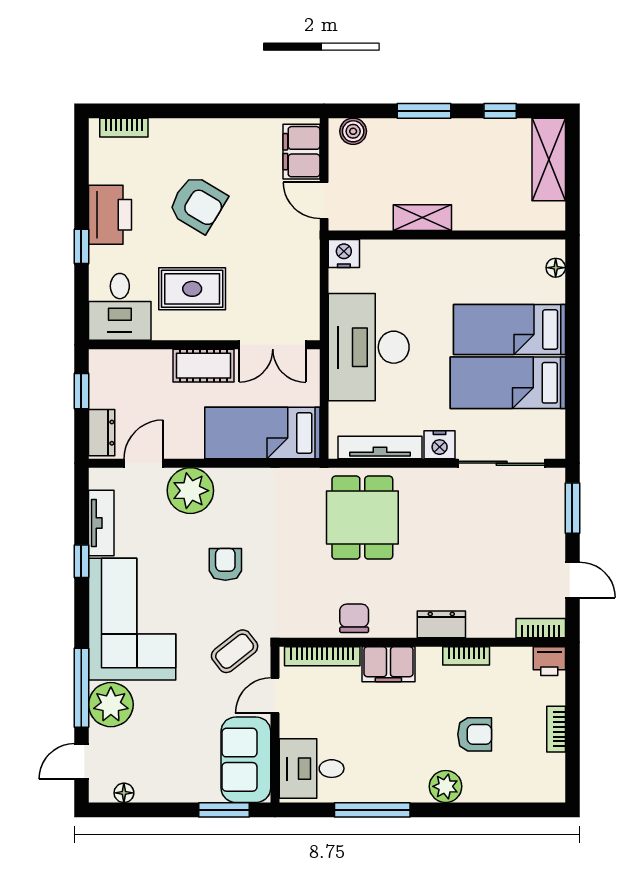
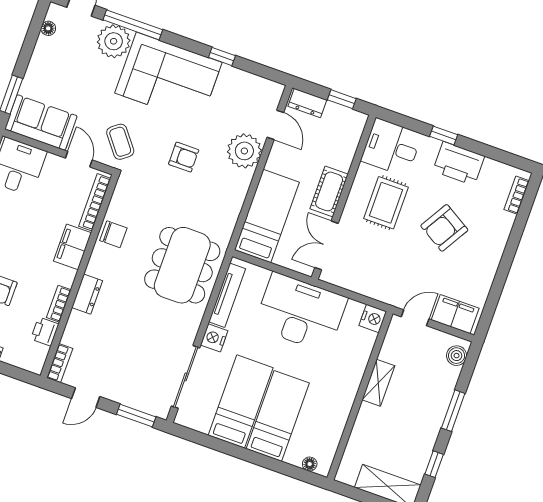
dining table: (362, 518) -> (182, 265), width x1.38
tv unit: (101, 523) -> (244, 80), removed
printer: (549, 661) -> (45, 332), moved

